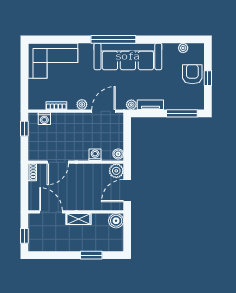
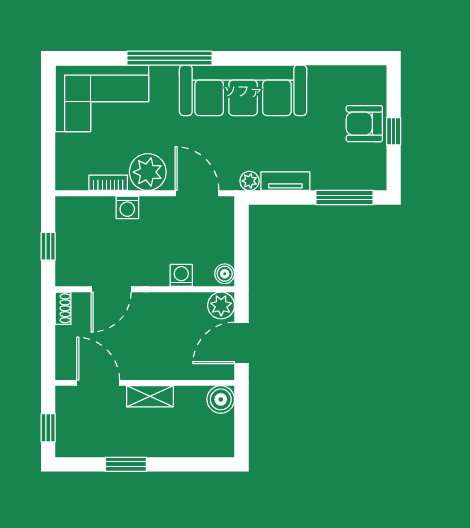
window: (113, 39) -> (170, 58), moved
plant: (183, 48) -> (347, 74), removed
armchair: (192, 74) -> (364, 124), turned -90
plant: (82, 104) -> (148, 172), width x1.87, depth x1.87
door: (103, 111) -> (197, 193), hinge flipped
washing machine: (44, 119) -> (127, 207), moved
window: (24, 129) -> (48, 246), moved
window: (91, 255) -> (126, 464), moved

